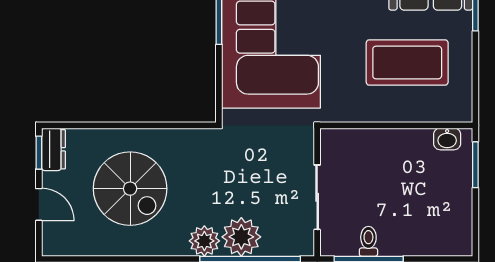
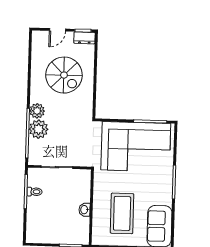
washbasin: (447, 139) -> (84, 210), moved
spiral stairs: (130, 189) -> (64, 75), turned -90

